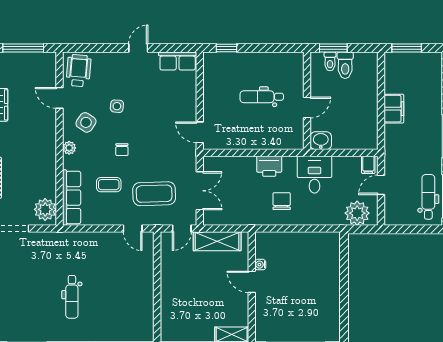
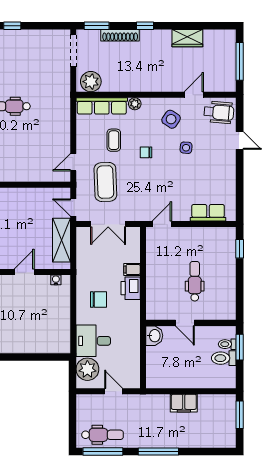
door: (138, 48) -> (240, 141), moved
row of seats: (178, 61) -> (208, 213), moved, turned 90
plant: (69, 148) -> (135, 104), moved
filing cabinet: (368, 165) -> (132, 270), moved
desk: (314, 175) -> (93, 341), moved, turned 180
water cooler: (260, 265) -> (56, 280), moved

